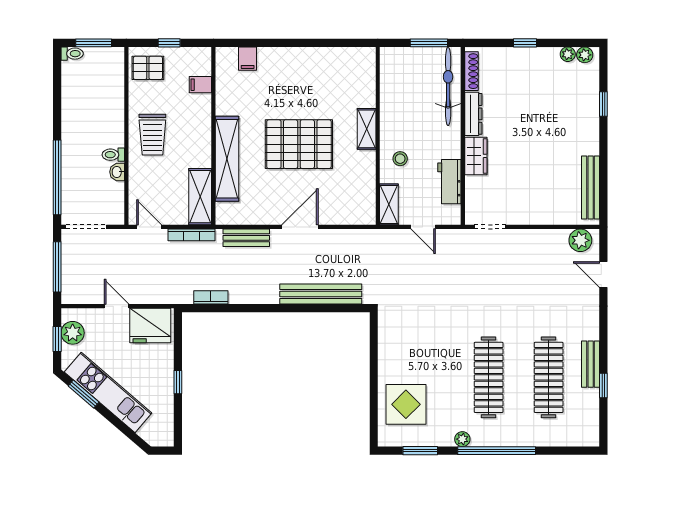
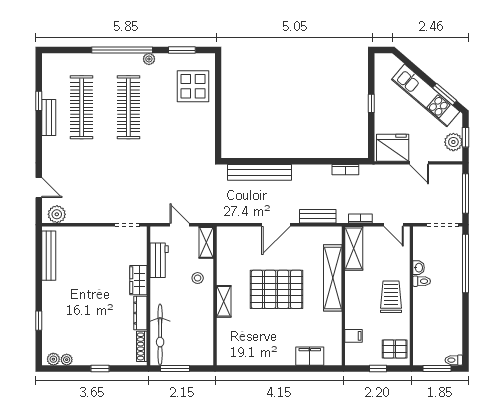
filing cabinet: (248, 59) -> (310, 356), width x2.00
bookcase: (192, 235) -> (360, 218), width x0.64

